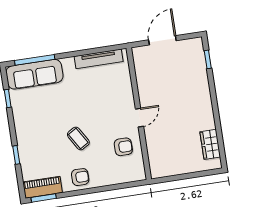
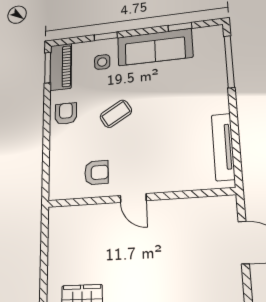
sofa: (34, 74) -> (155, 47), moved, turned -90
armchair: (123, 147) -> (96, 173), turned -90
side table: (38, 155) -> (102, 62), added
armchair: (80, 177) -> (66, 114), turned 180

